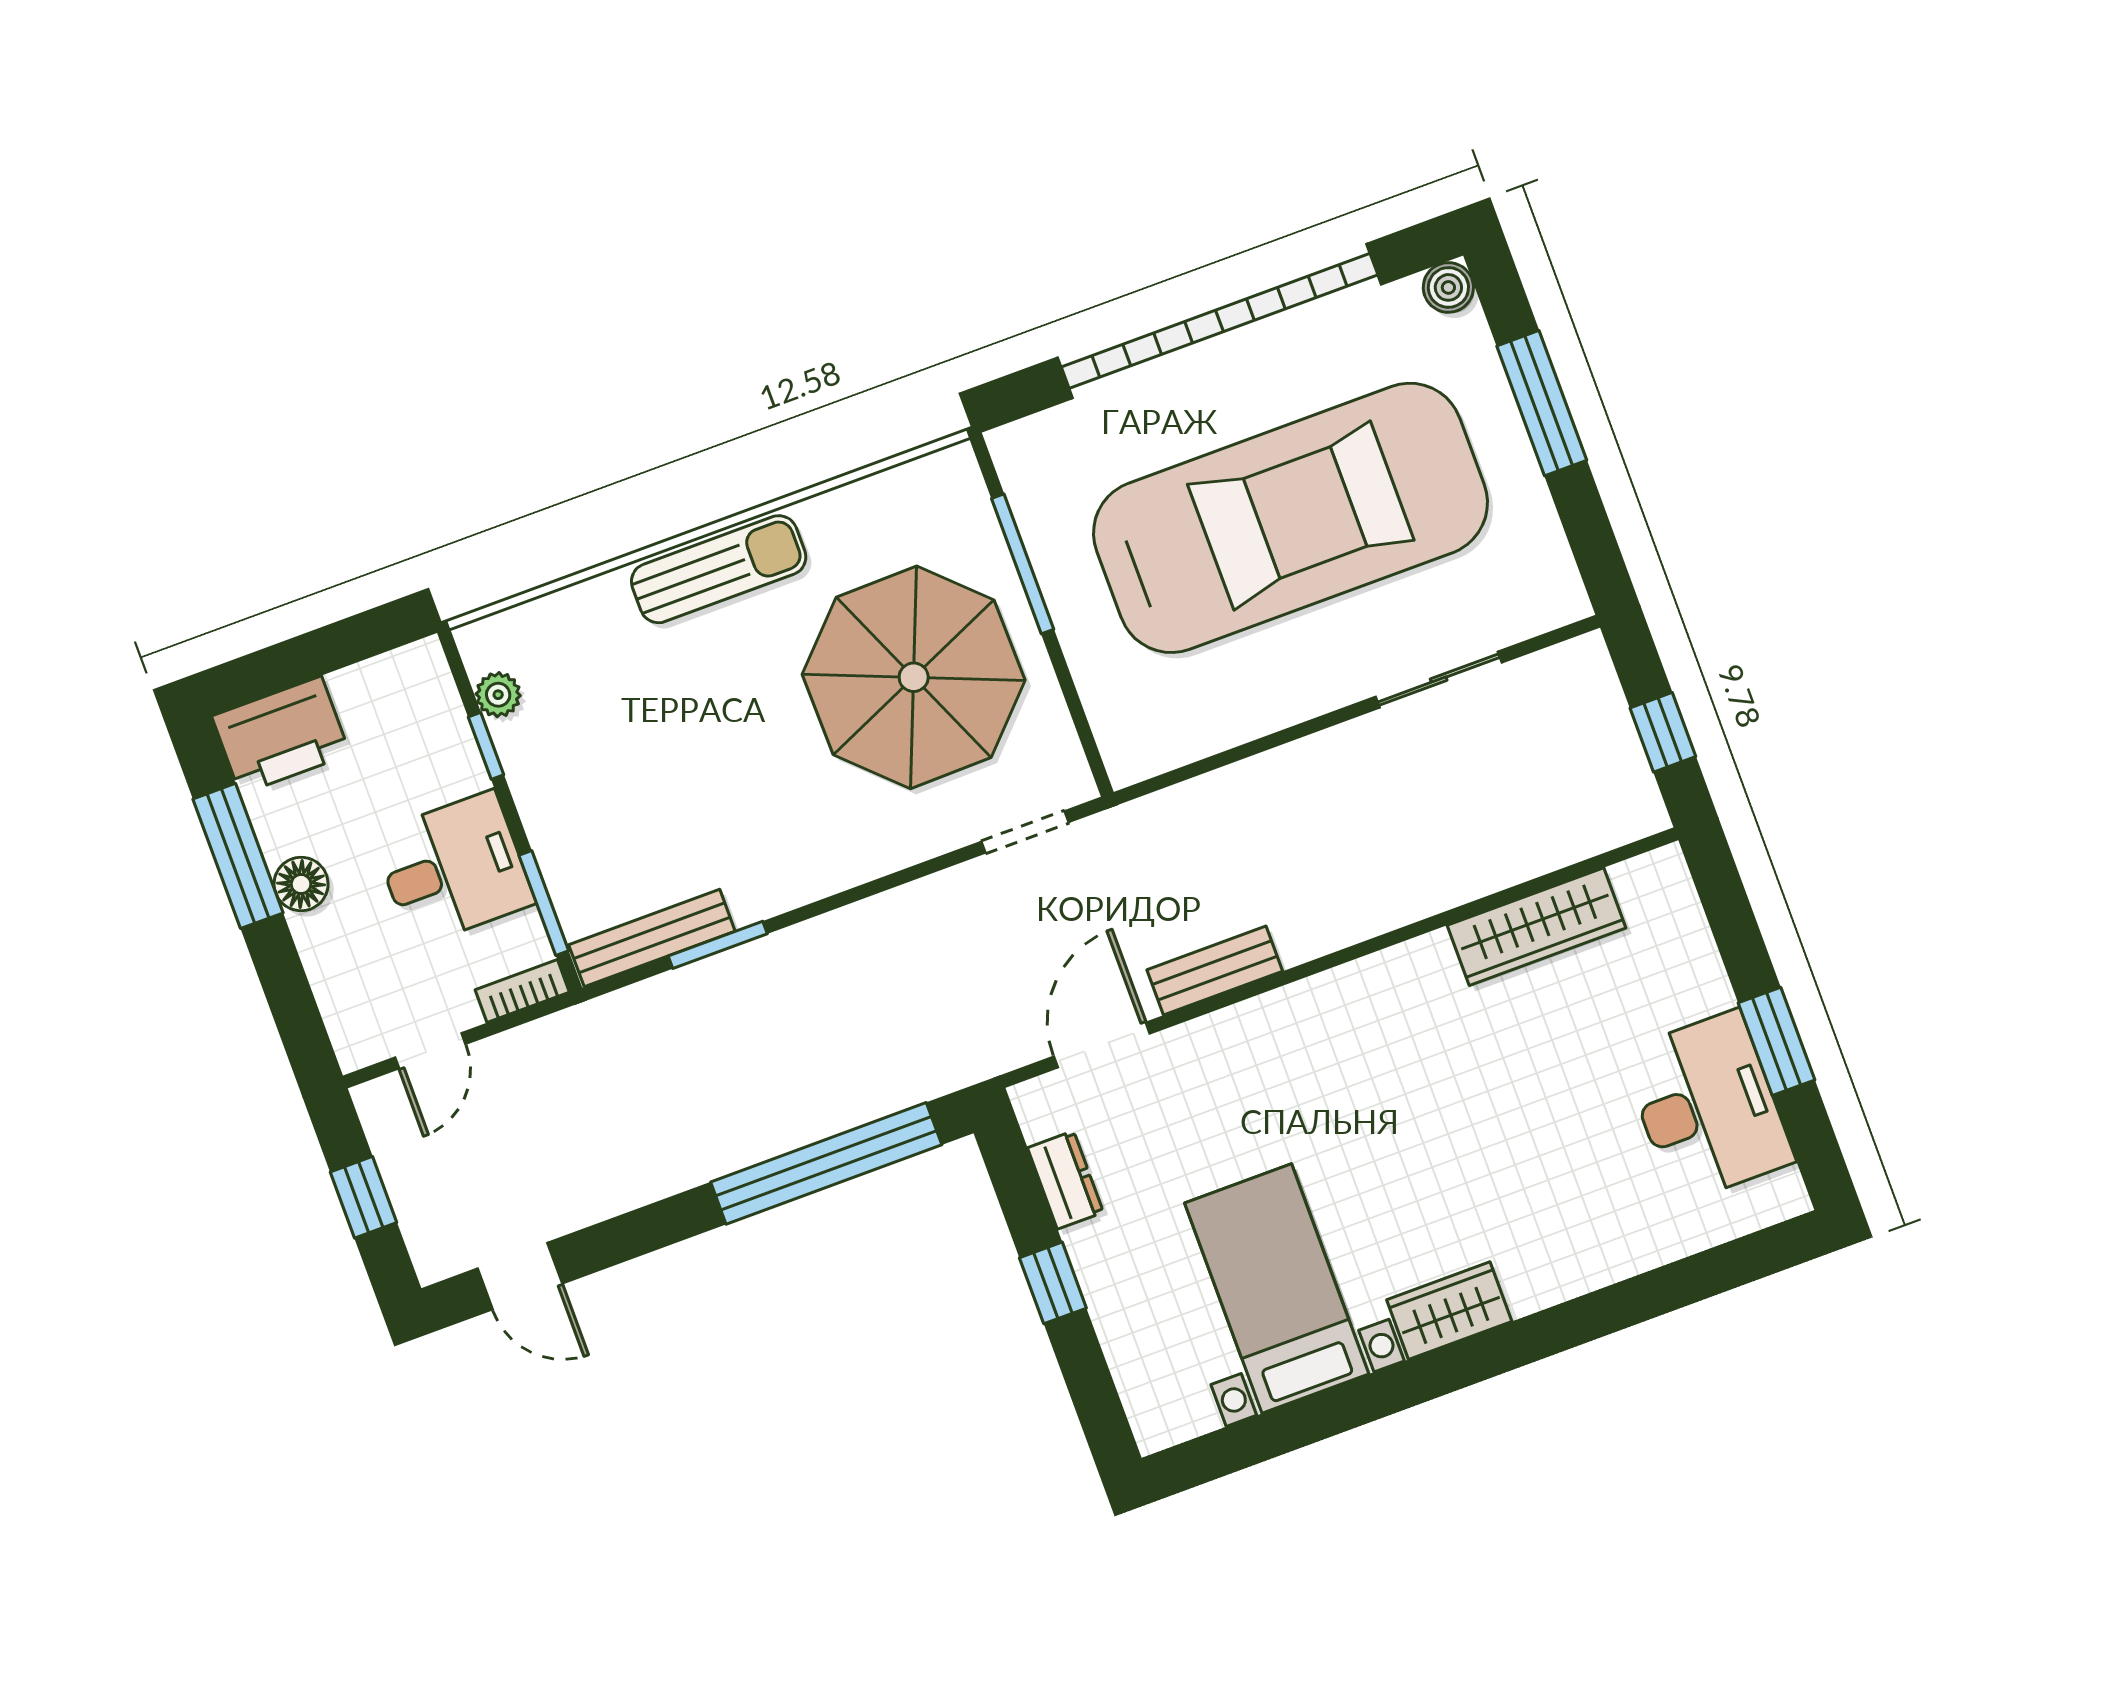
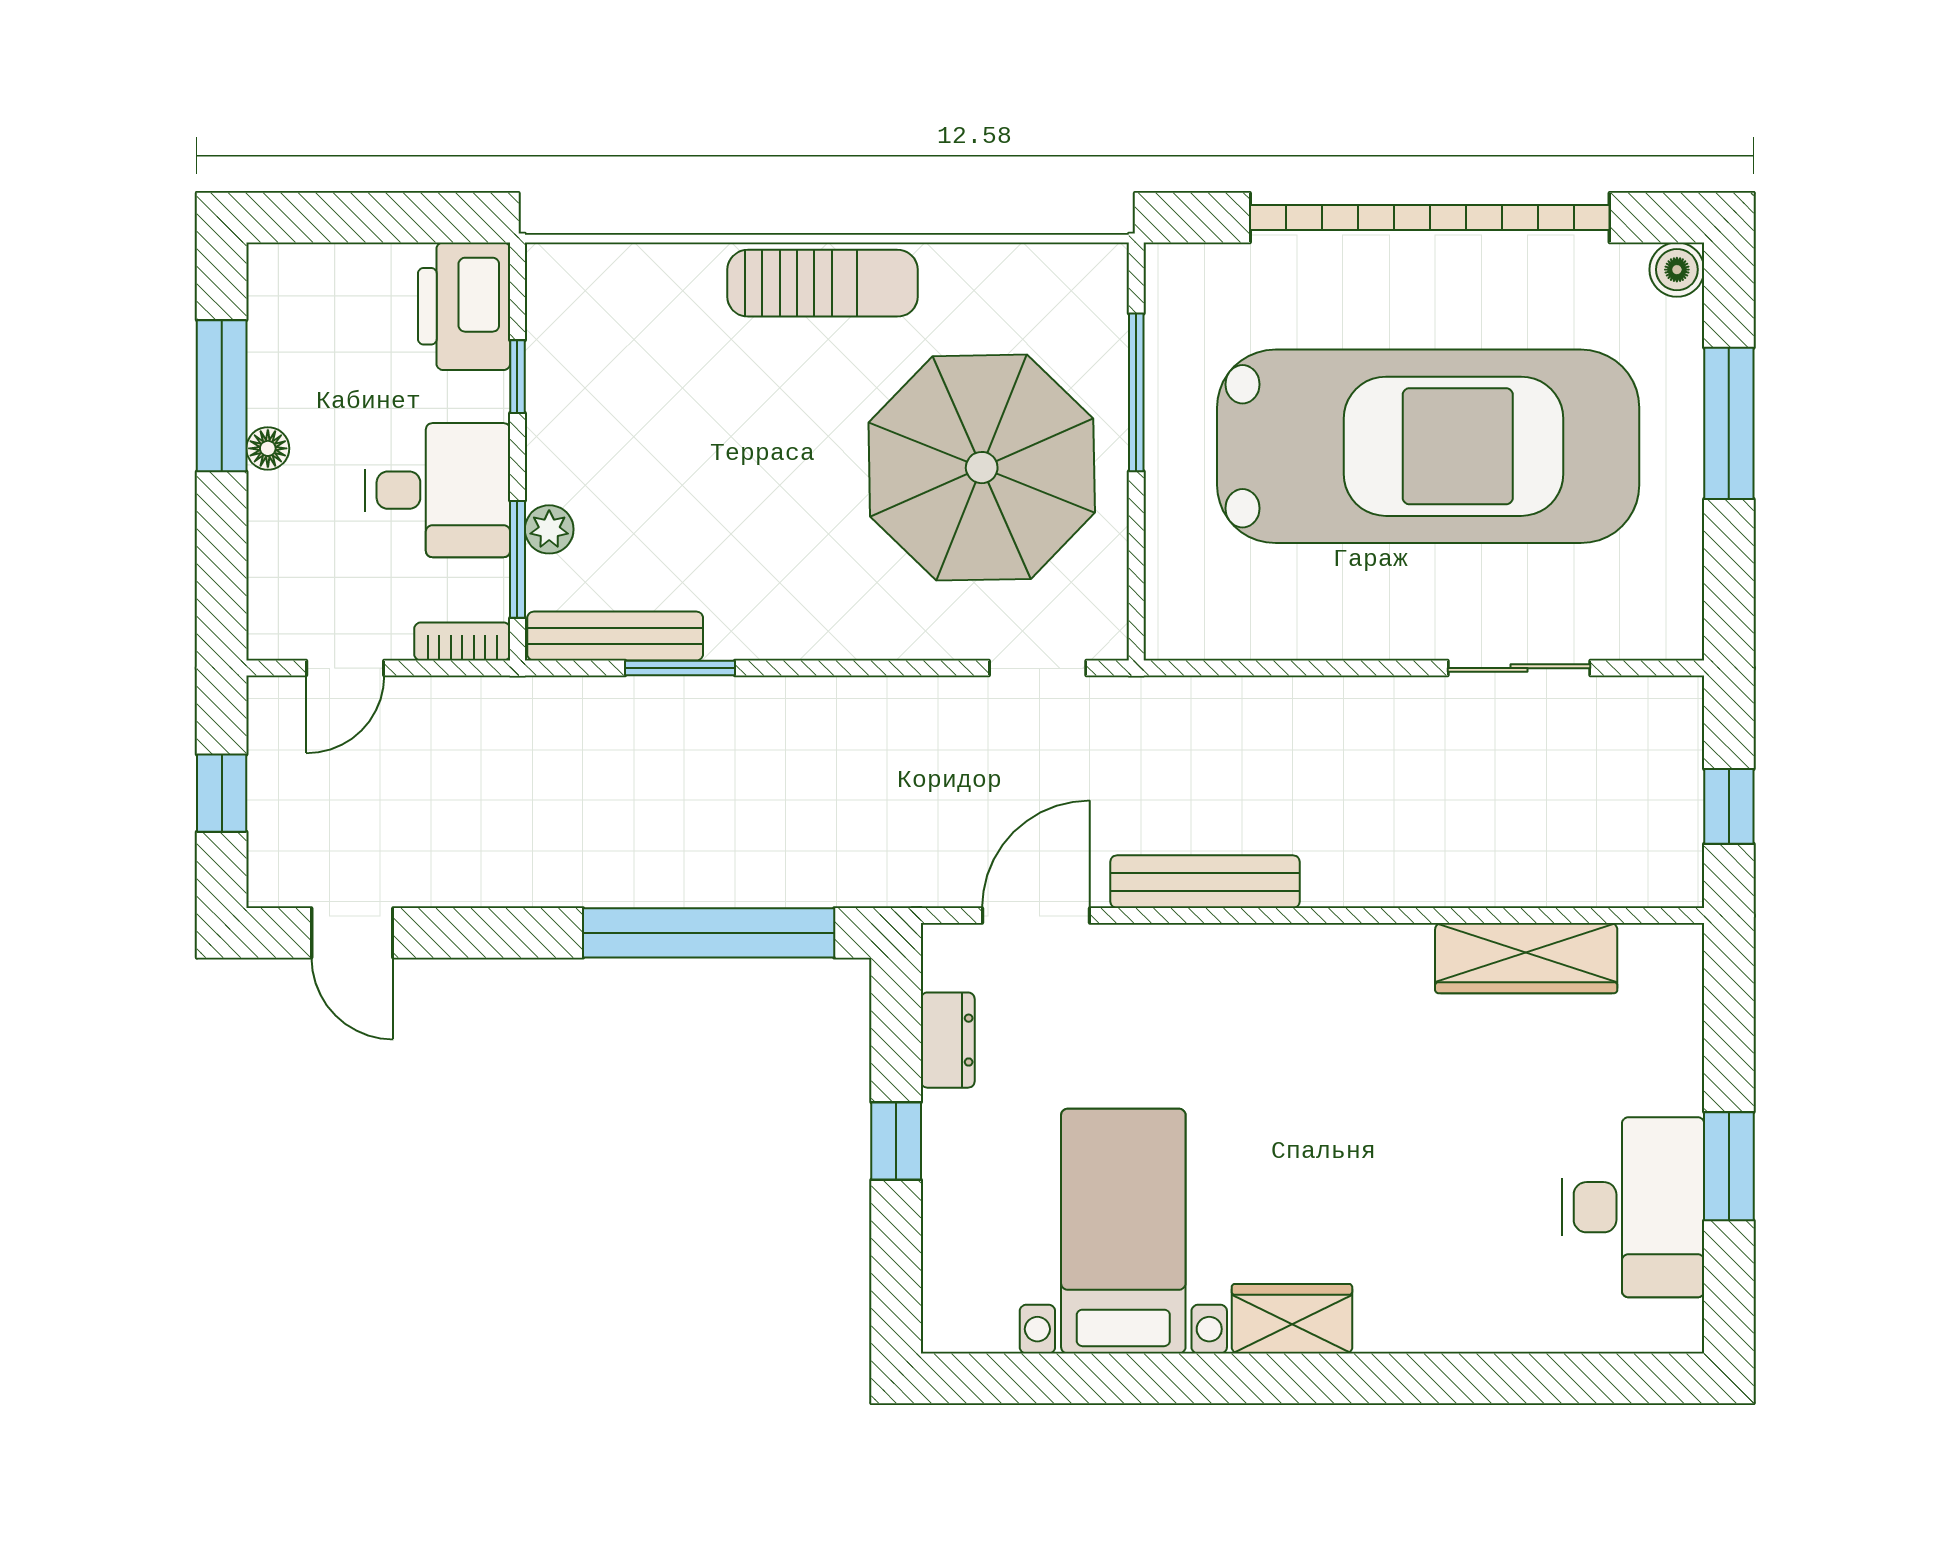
plant: (498, 695) -> (549, 529), moved
printer: (281, 735) -> (464, 306), moved, turned 90
floor lamp: (301, 884) -> (268, 448), width x0.73, depth x0.73
bench: (1215, 970) -> (1205, 882), width x1.36

